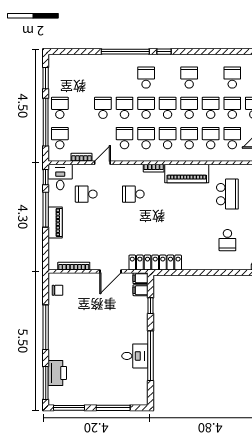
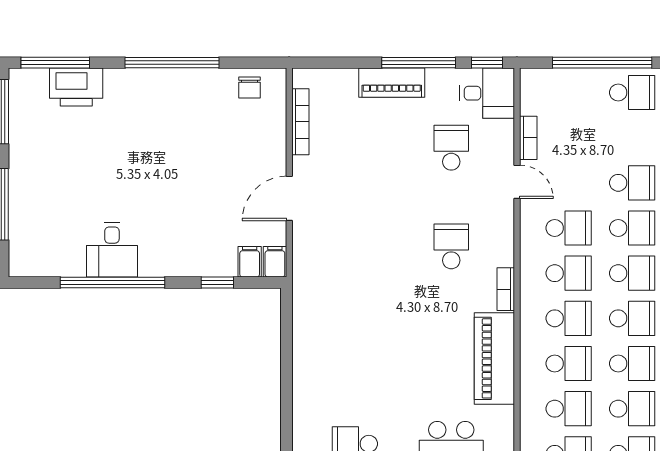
school desk: (60, 138) -> (569, 92), removed
locker: (155, 263) -> (308, 292), removed
door: (110, 271) -> (289, 198), hinge flipped

